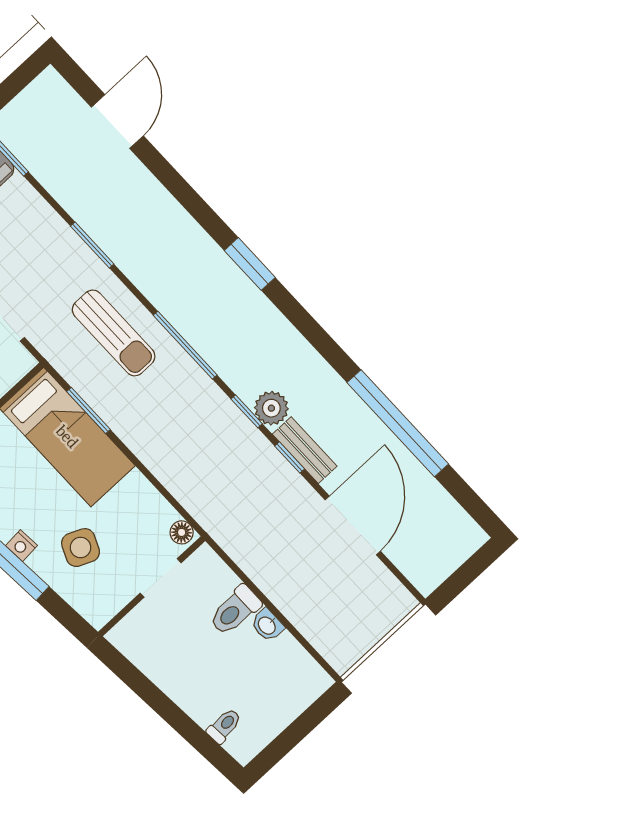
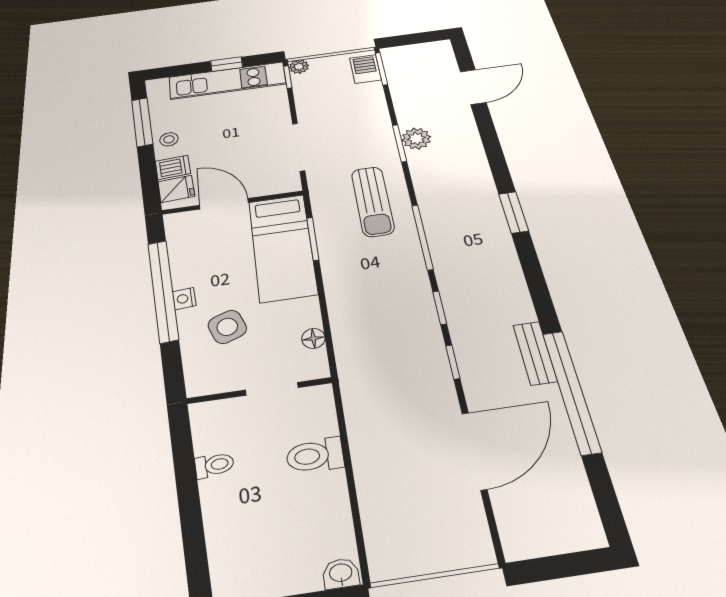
plant: (271, 408) -> (416, 139), moved
bench: (305, 450) -> (535, 353), moved
floor lamp: (182, 532) -> (313, 338), moved
side table: (81, 548) -> (227, 327), turned 45
washbasin: (267, 625) -> (341, 573), moved, turned 90
toilet: (224, 726) -> (214, 465), moved

